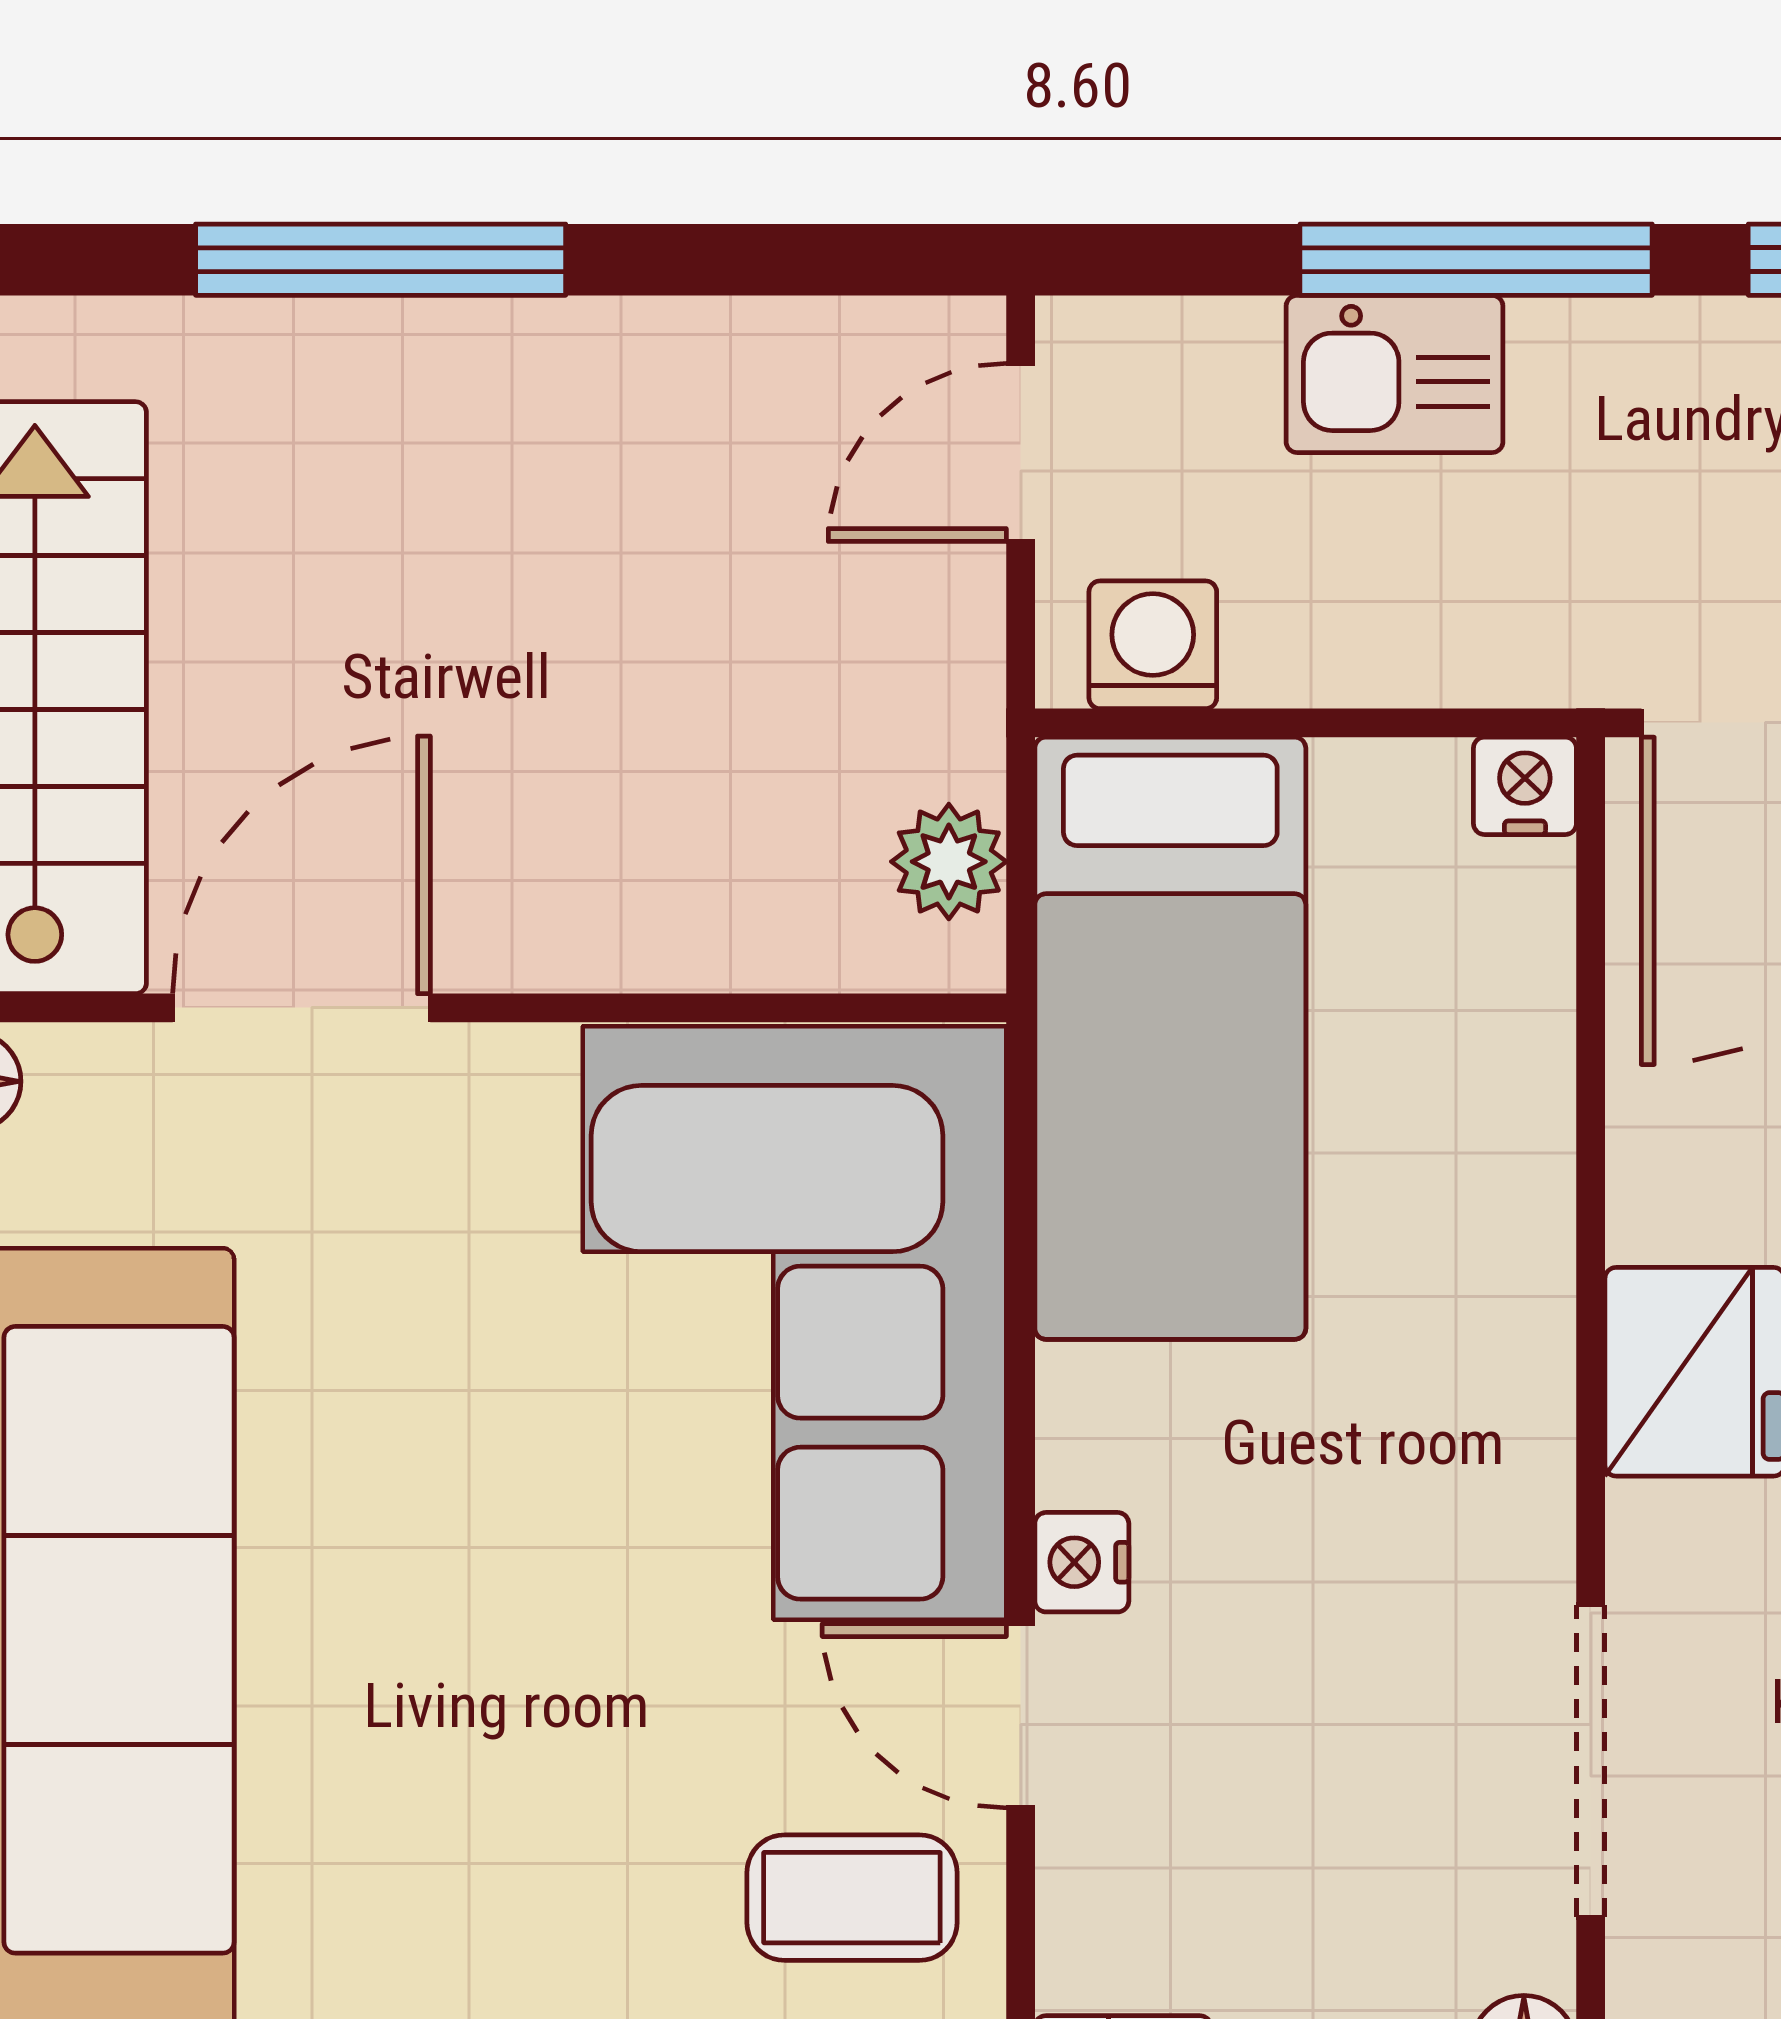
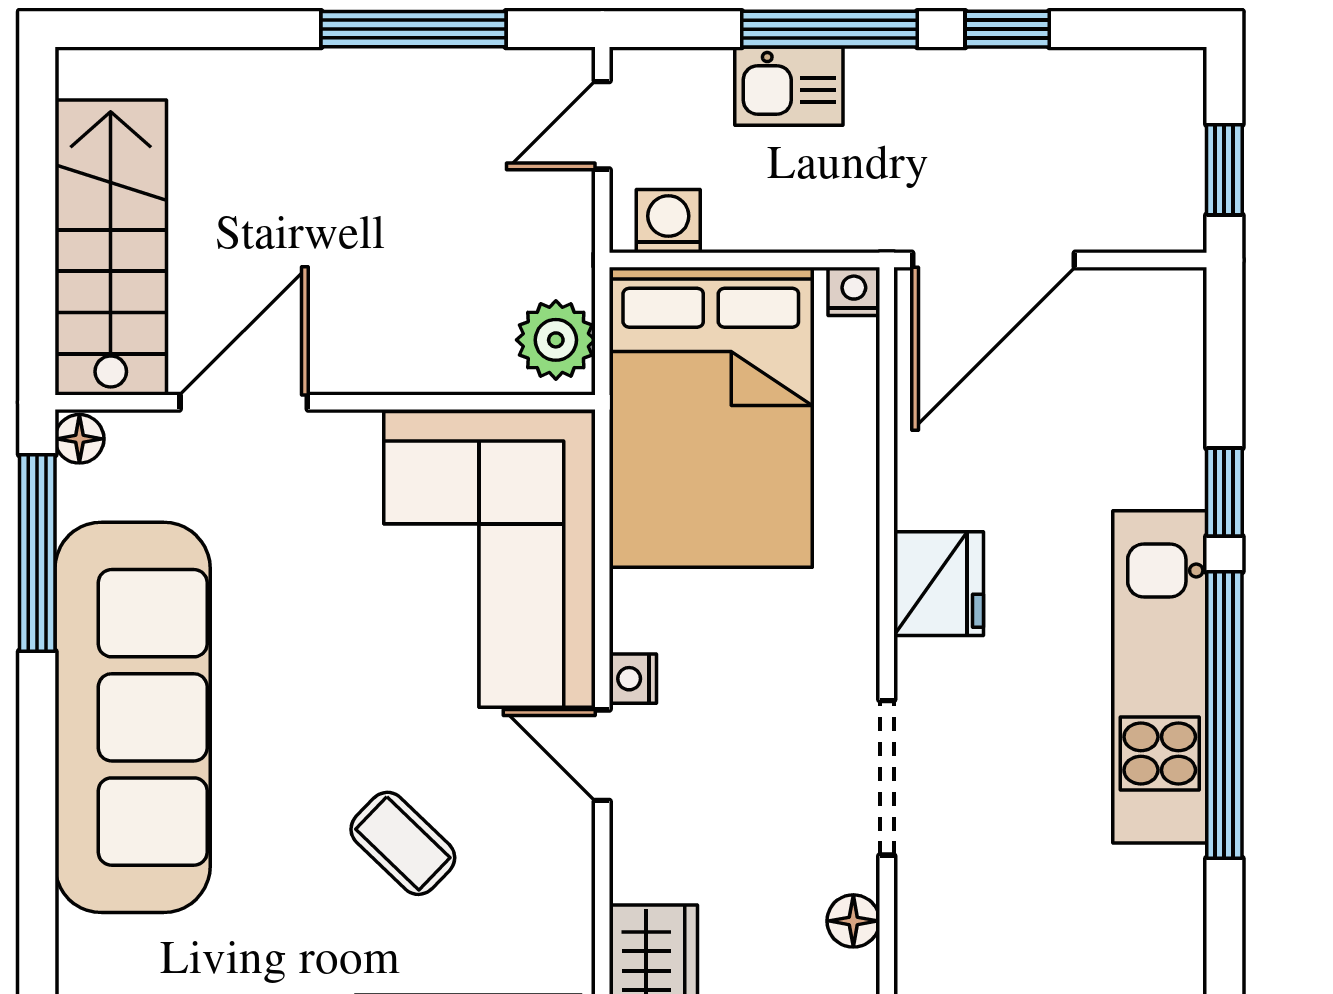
window: (381, 260) -> (413, 29), moved
plant: (949, 862) -> (556, 340), width x1.38, depth x1.38
bed: (1170, 1038) -> (711, 417), width x1.50
coffee table: (852, 1898) -> (403, 843), moved, turned 44

